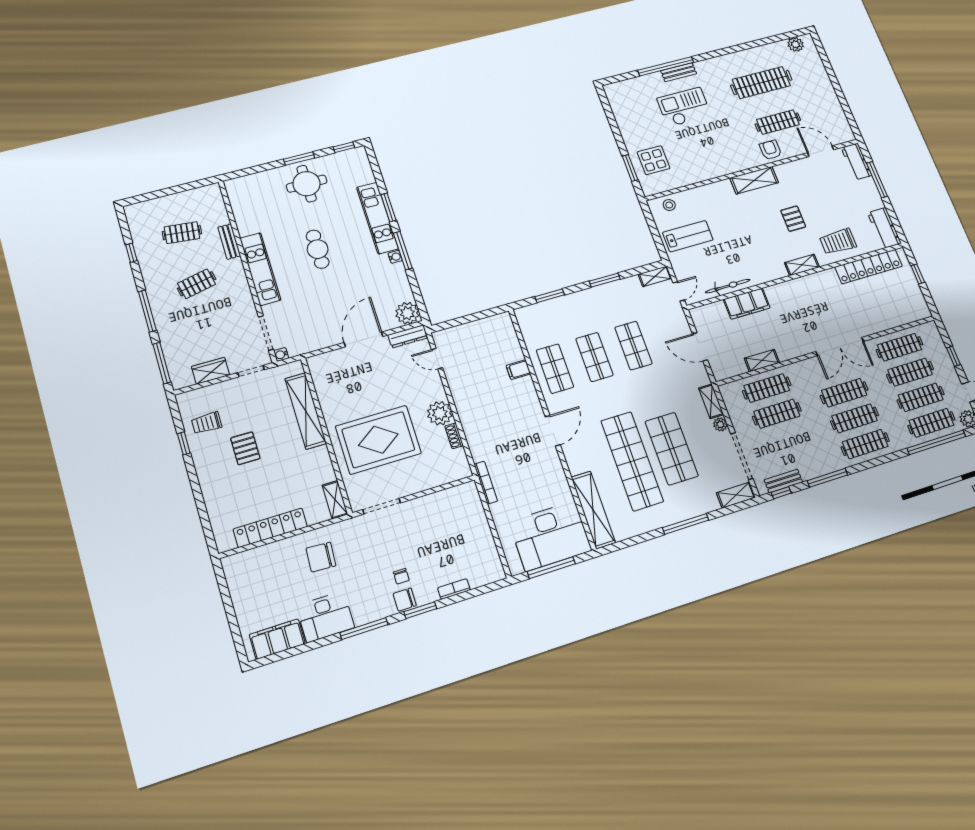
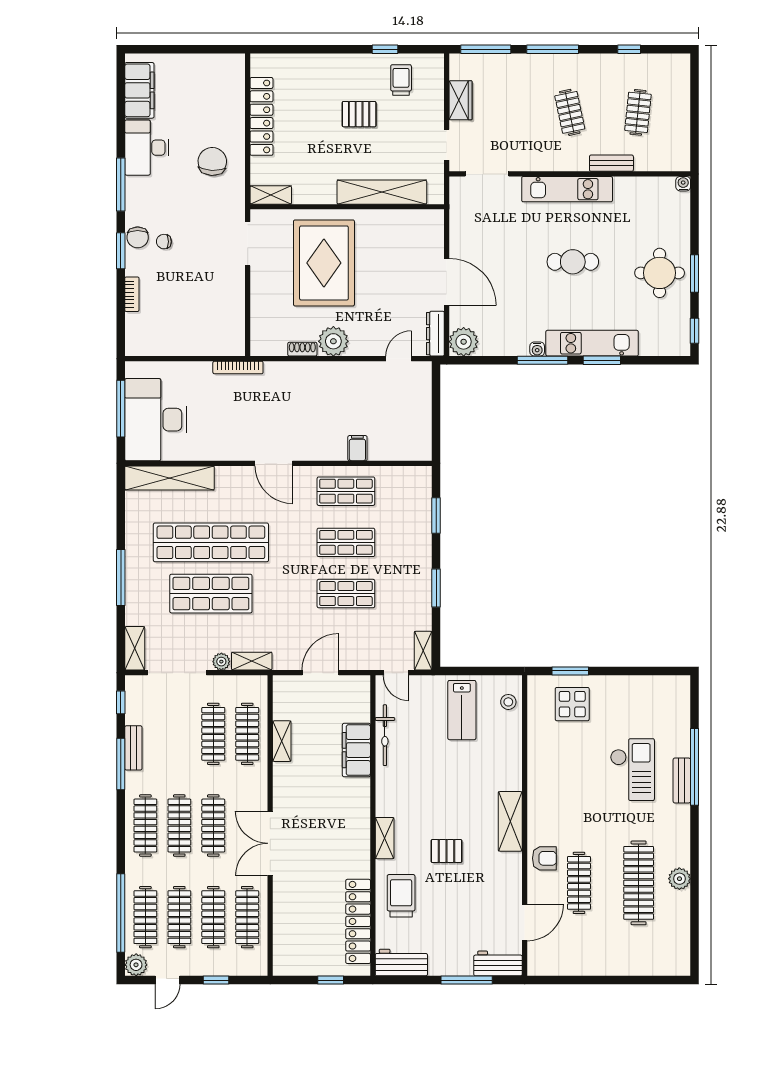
plant: (796, 44) -> (679, 879), moved
water cooler: (281, 354) -> (683, 184), moved
bench: (783, 481) -> (133, 748), moved
chair: (405, 600) -> (138, 237), turned 180

